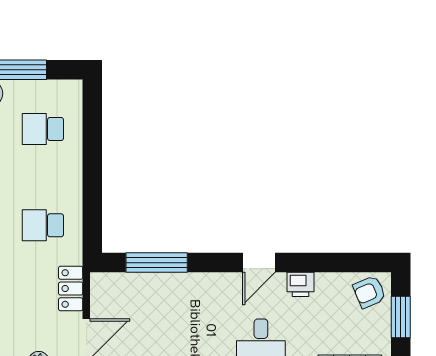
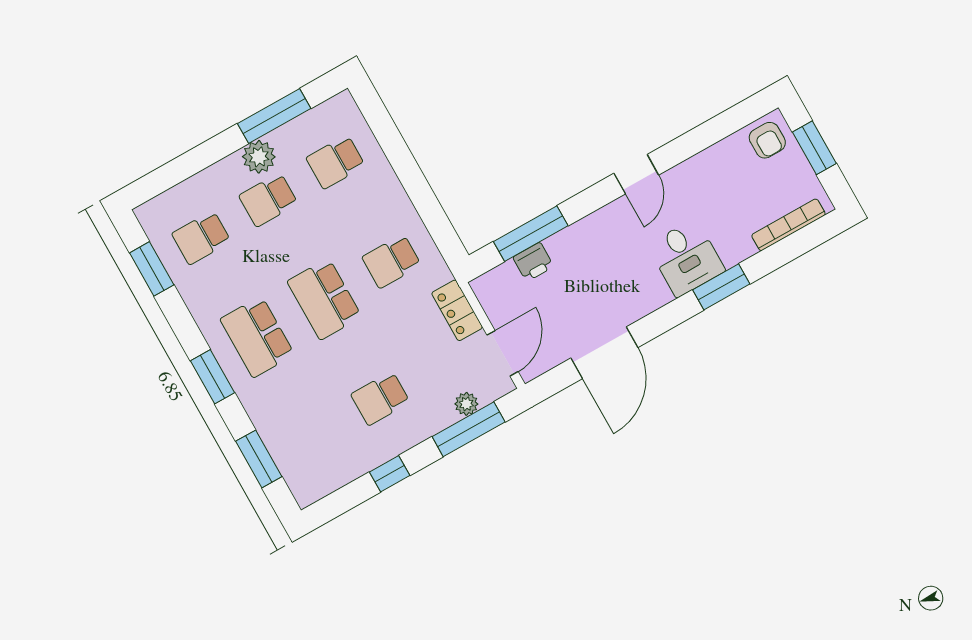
printer: (301, 284) -> (533, 262), moved
armchair: (369, 292) -> (767, 140), turned -67

